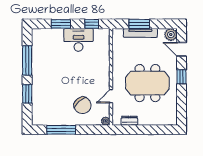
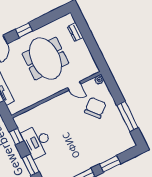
dresser: (129, 121) -> (75, 32), moved

